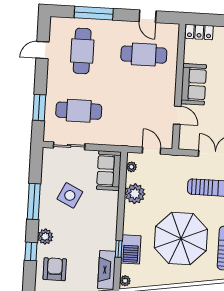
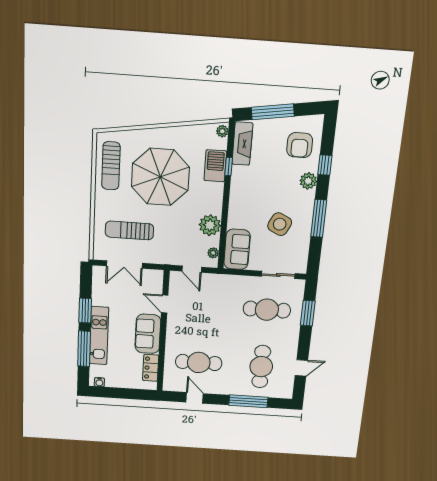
locker: (199, 32) -> (151, 368), moved, turned -90

